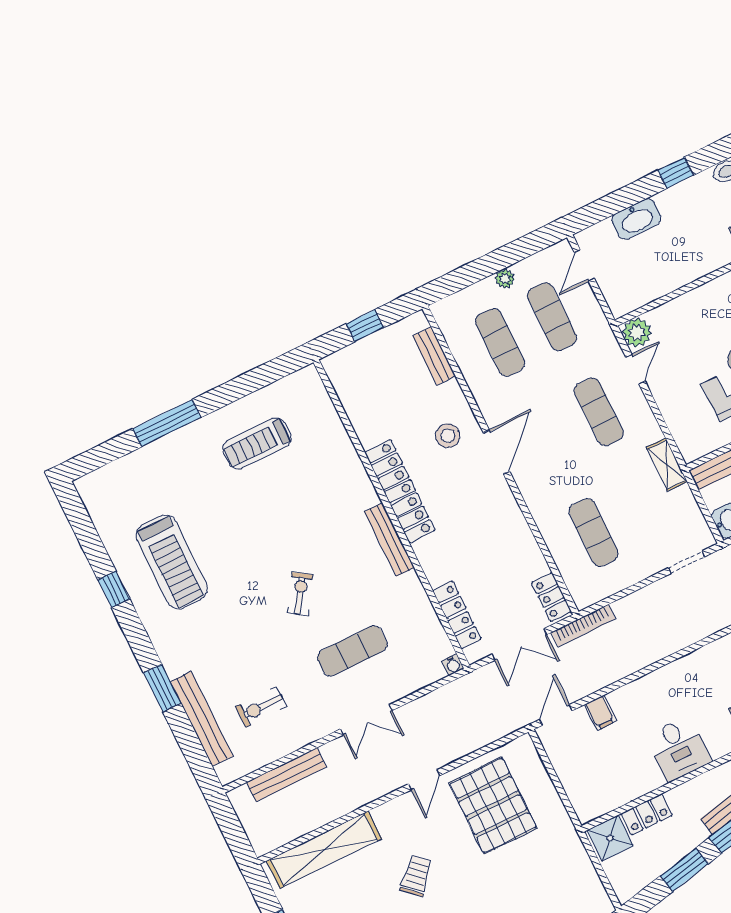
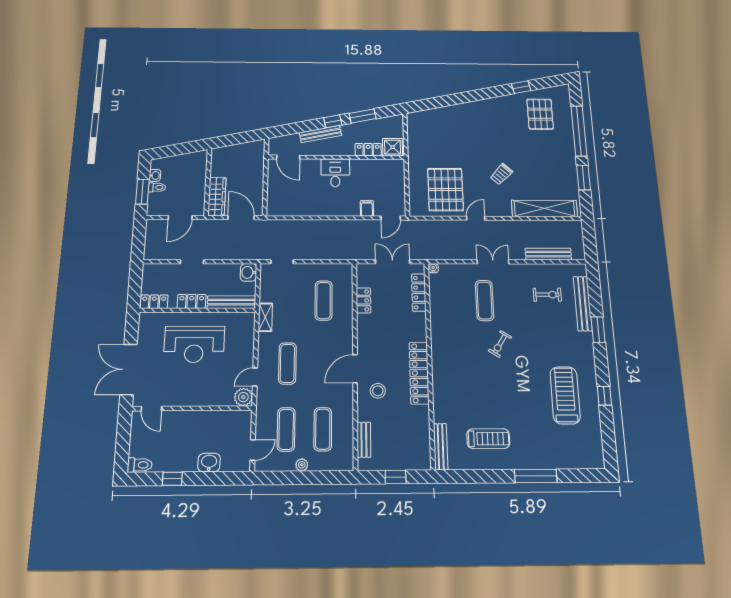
washbasin: (636, 219) -> (209, 463), width x0.72
bench: (389, 540) -> (441, 447), moved
locker: (551, 597) -> (363, 300), moved
bookcase: (583, 626) -> (354, 256), removed
exercise mat: (352, 651) -> (485, 300), turned 90

